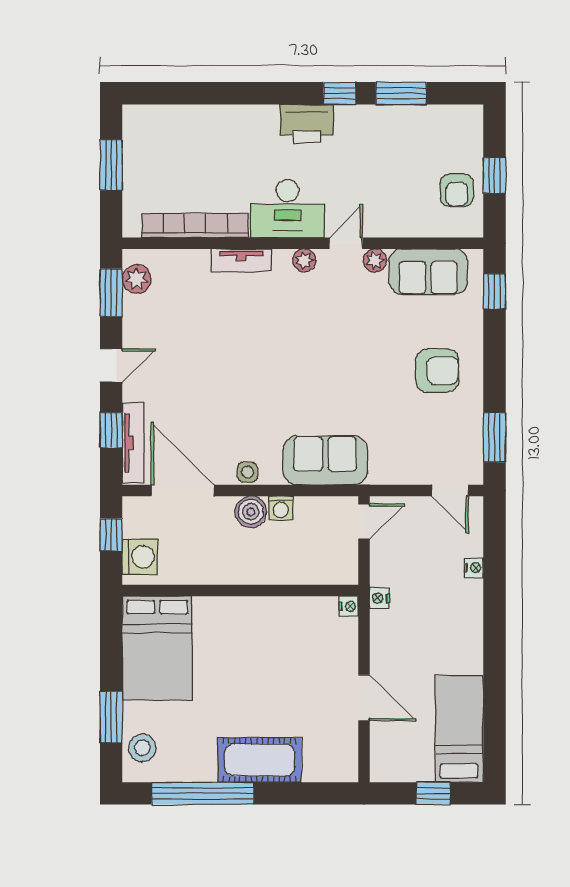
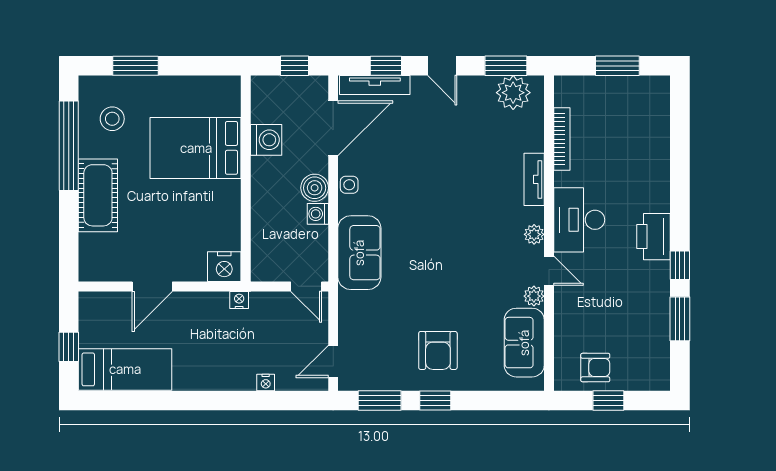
armchair: (457, 190) -> (595, 368), turned 180
bookcase: (195, 226) -> (562, 139), width x0.68, depth x0.76
plant: (137, 279) -> (513, 93), width x1.36, depth x1.36
window: (495, 291) -> (435, 400), moved
washing machine: (140, 557) -> (266, 140), moved, turned -90
nightstand: (349, 606) -> (224, 267), width x1.89, depth x1.79
bed: (157, 648) -> (196, 148), moved
stool: (142, 748) -> (112, 119), moved

